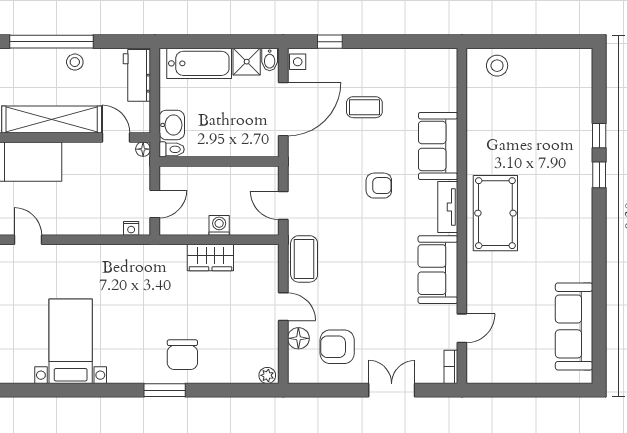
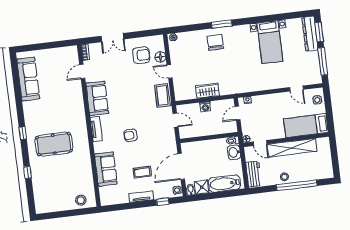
tv unit: (373, 58) -> (141, 197), added
sofa: (438, 146) -> (106, 169), moved
window: (599, 175) -> (23, 133), moved
pool table: (495, 213) -> (54, 144), moved, turned 90

